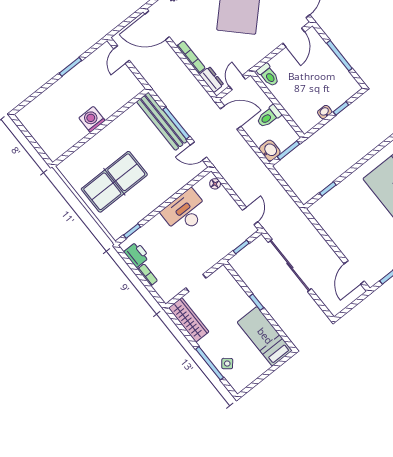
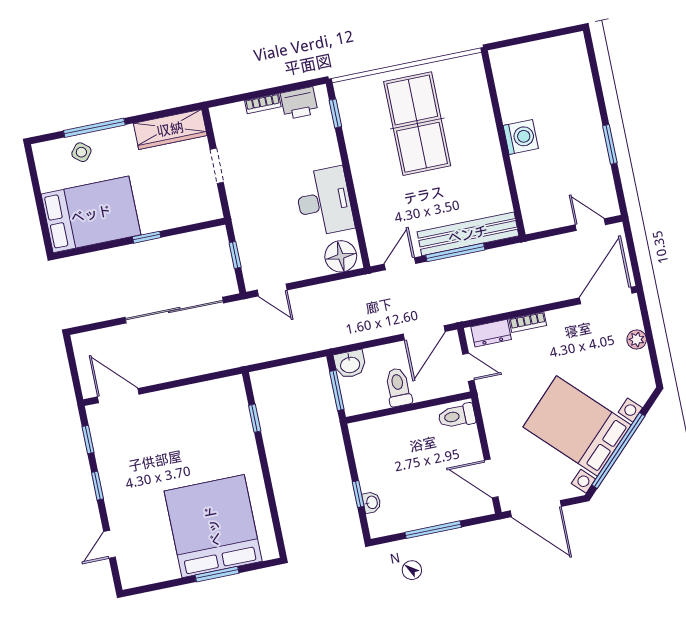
bookcase: (191, 57) -> (528, 322), width x0.64
washbasin: (325, 112) -> (372, 502), moved
floor lamp: (215, 184) -> (341, 256), width x1.89, depth x1.89
bed: (265, 336) -> (91, 214), width x1.50

